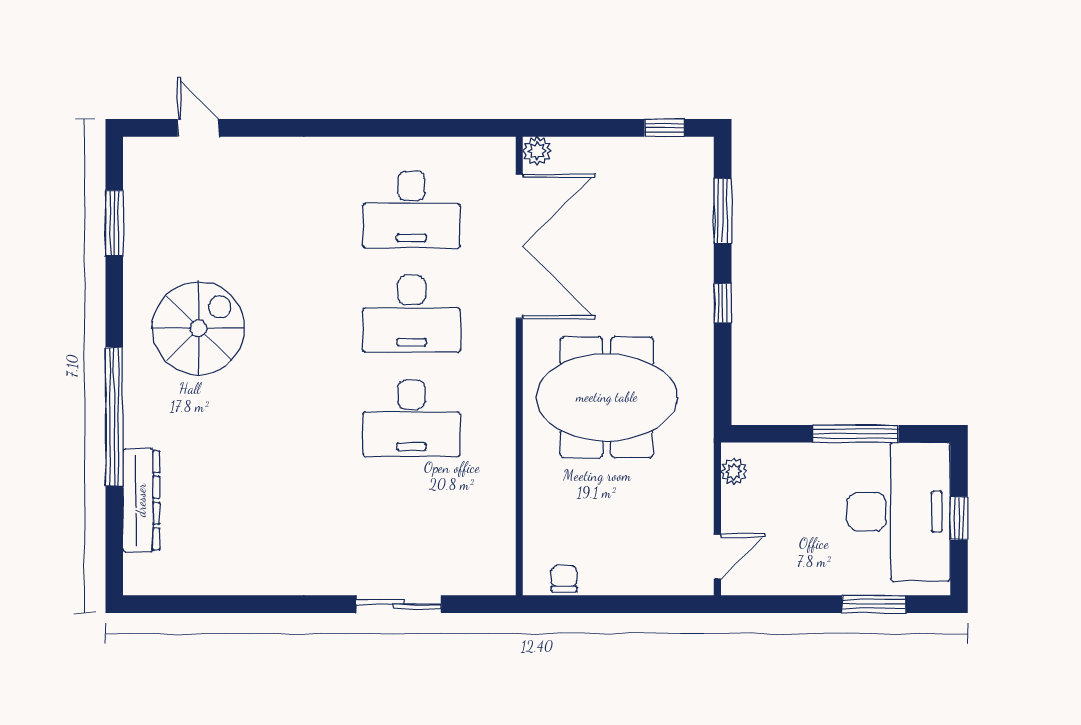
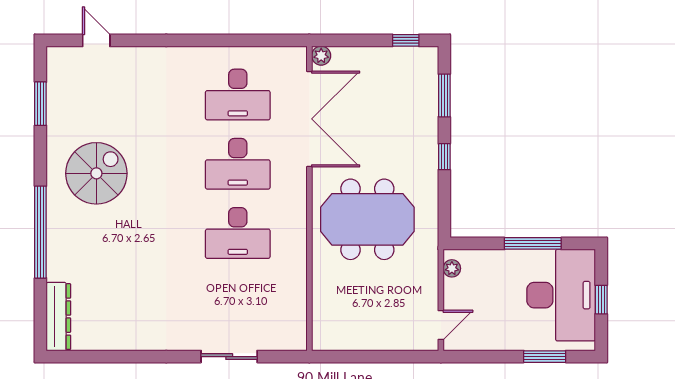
dresser: (141, 500) -> (58, 317), moved
chair: (564, 578) -> (339, 340), removed

